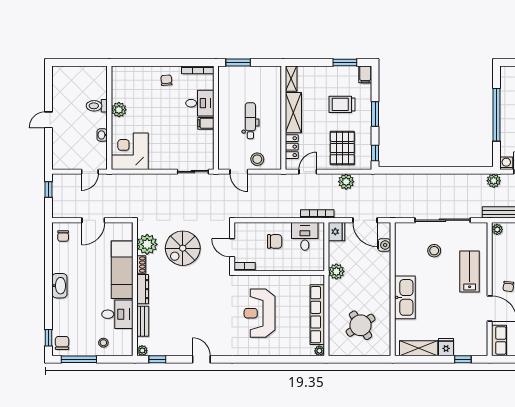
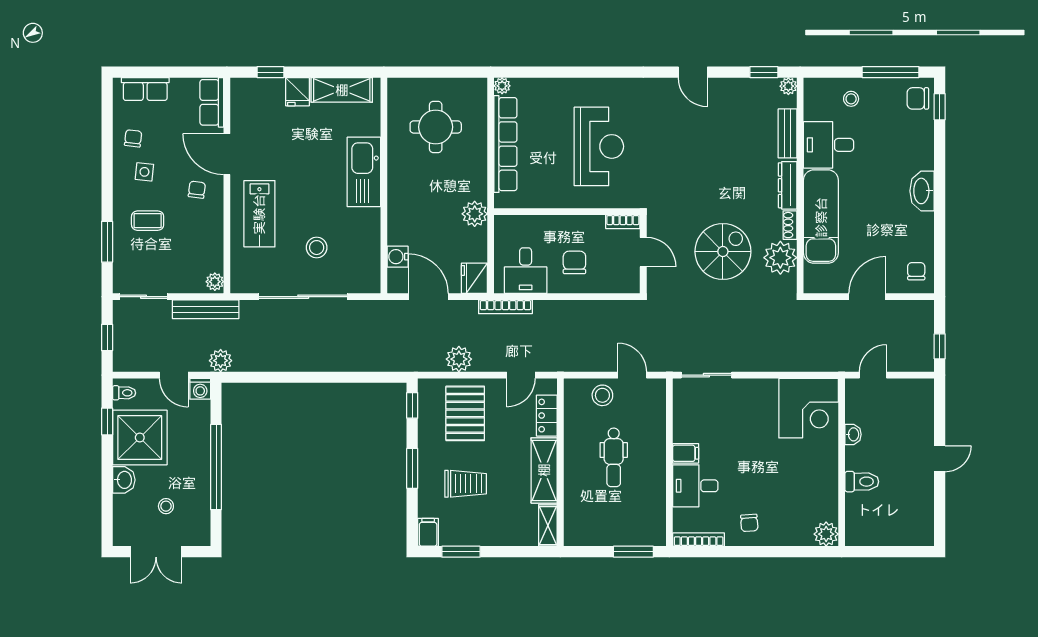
plant: (119, 110) -> (826, 534), moved
chair: (275, 241) -> (574, 262), turned 90
round table: (361, 325) -> (436, 127), turned 34
chair: (62, 343) -> (918, 98), turned 90

